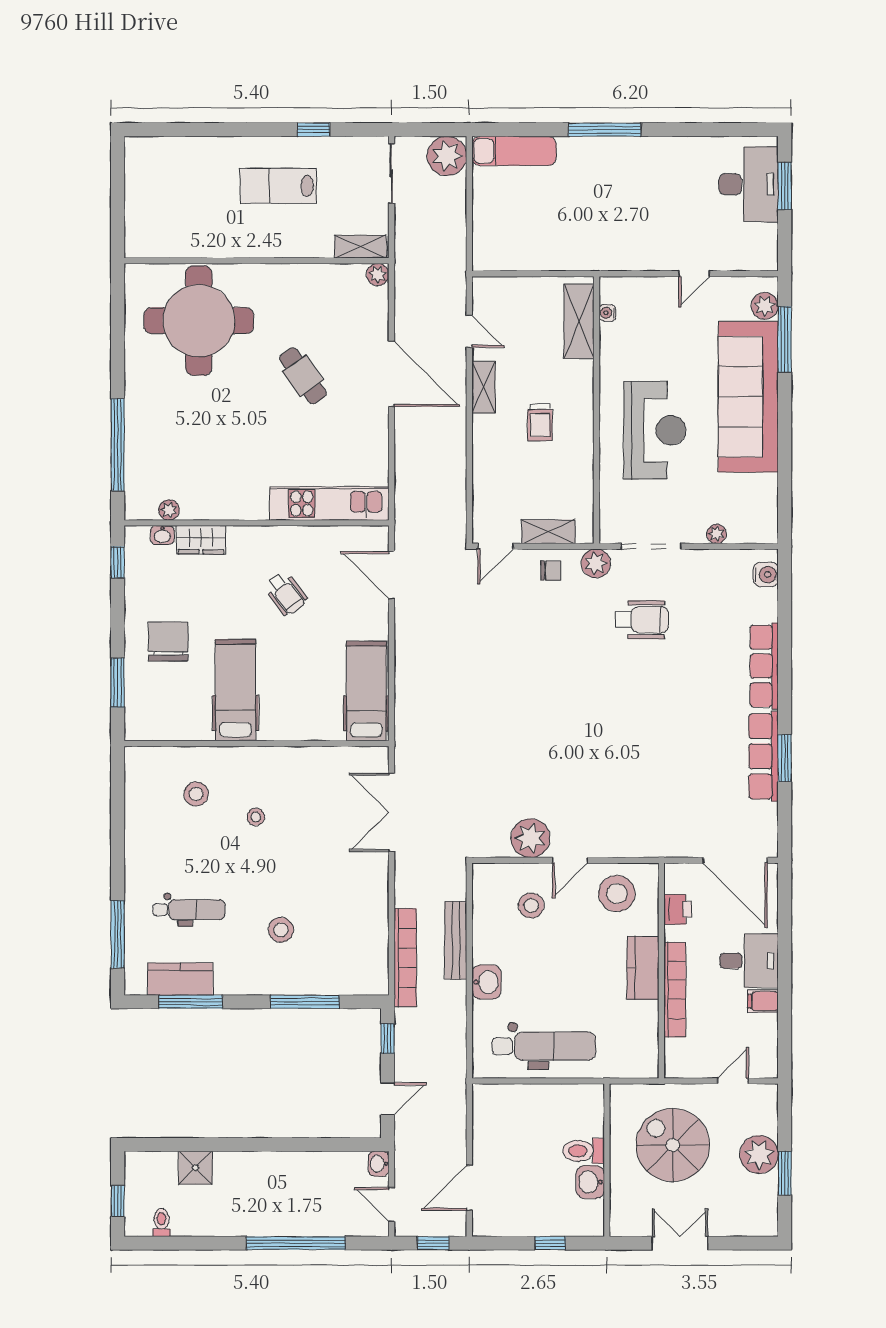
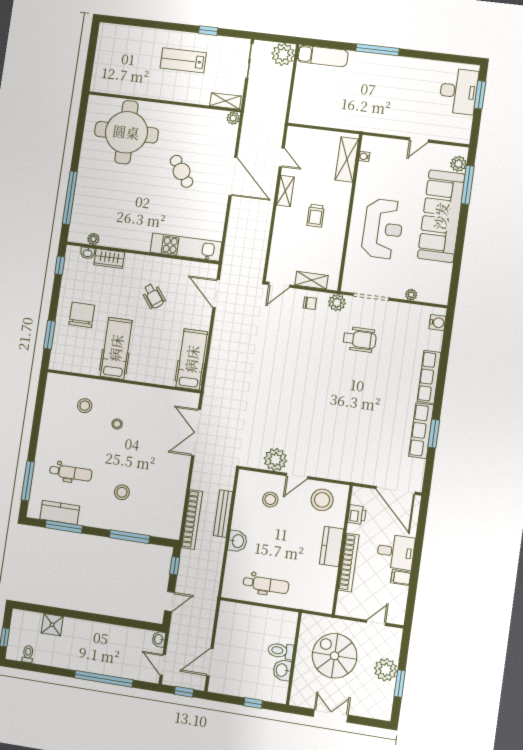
dental chair: (544, 1046) -> (266, 584), width x0.73, depth x0.72

